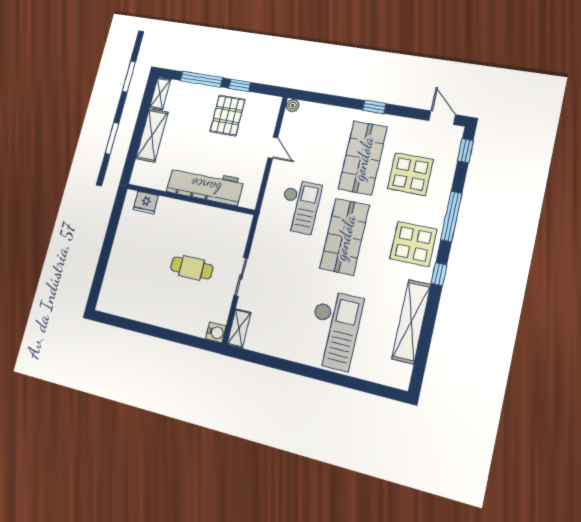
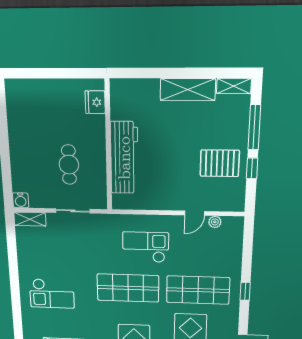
plant: (293, 106) -> (215, 222), moved
workbench: (205, 186) -> (124, 158), moved
wall: (190, 199) -> (108, 146), moved
fridge: (146, 203) -> (95, 102), moved
checkout: (299, 206) -> (146, 247), turned 180
checkout: (334, 330) -> (52, 294), width x0.73, depth x0.83

